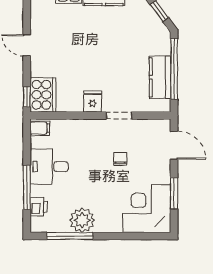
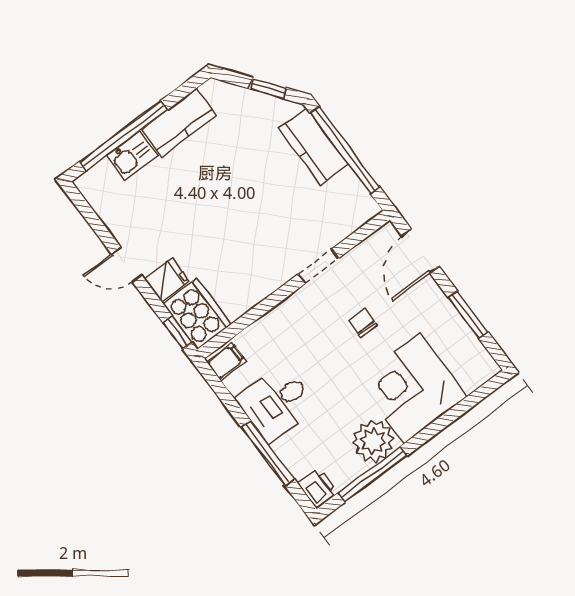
kitchen counter: (160, 77) -> (313, 146), moved
fridge: (92, 102) -> (167, 280), moved, turned 90
door: (174, 145) -> (421, 251), swing flipped
printer: (39, 207) -> (318, 488), moved
corner desk: (147, 209) -> (412, 388), moved

